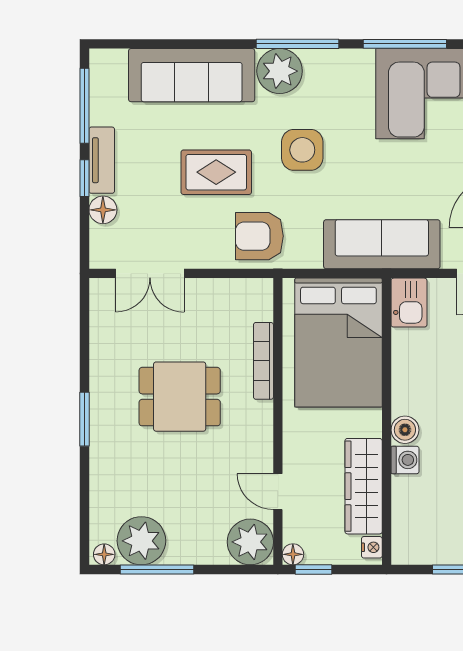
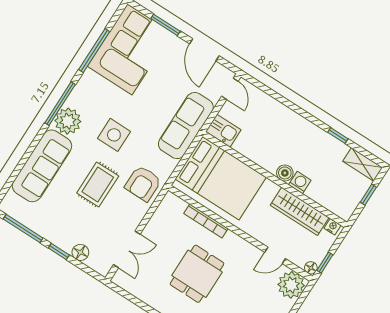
tv unit: (102, 160) -> (55, 237), removed

